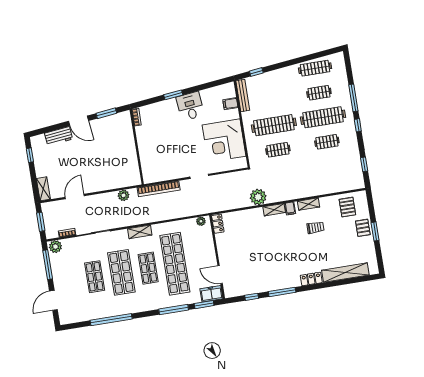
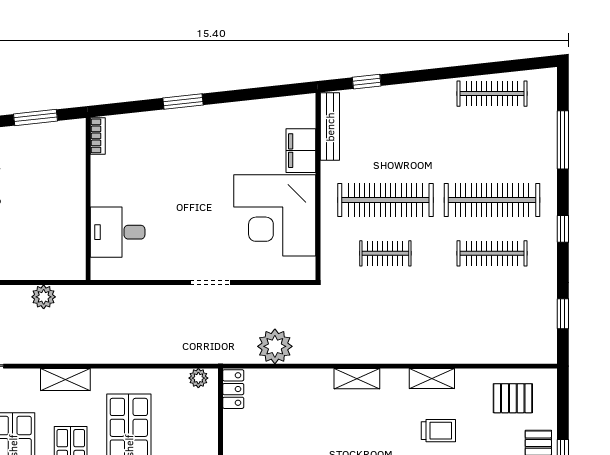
clothes rail: (319, 93) -> (492, 147), removed
window: (353, 98) -> (563, 140), moved
filing cabinet: (230, 104) -> (301, 151), width x2.00
desk: (190, 106) -> (118, 232), moved, turned -84
clothes rail: (327, 142) -> (492, 253), width x1.36
bookcase: (159, 189) -> (120, 295), removed
plant: (258, 197) -> (275, 346), moved
pallet: (347, 207) -> (513, 398), turned 90
filing cabinet: (290, 208) -> (391, 381), removed

